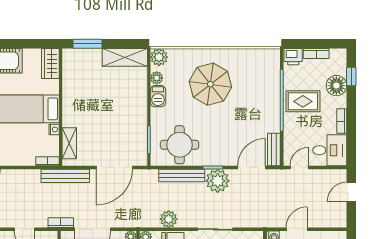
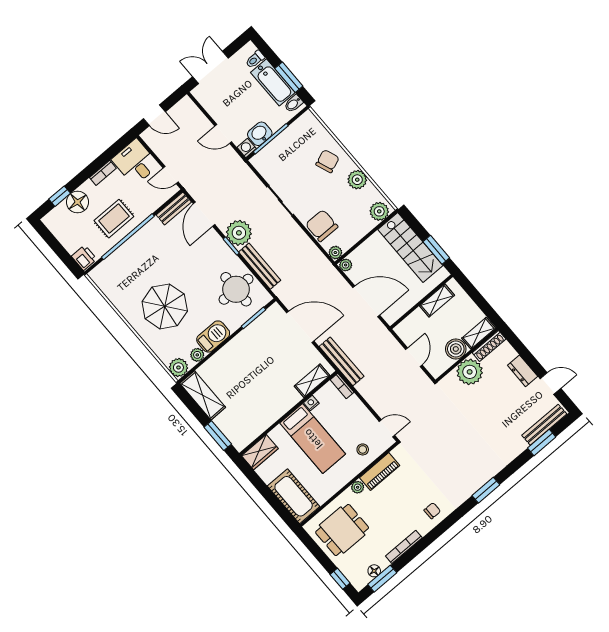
bookcase: (316, 54) -> (65, 241), removed
barbecue: (158, 96) -> (213, 336), width x1.38, depth x1.27
rug: (303, 101) -> (114, 219), turned 90
door: (252, 167) -> (204, 214), hinge flipped
plant: (169, 219) -> (305, 246), removed
bookcase: (61, 223) -> (383, 332), removed

